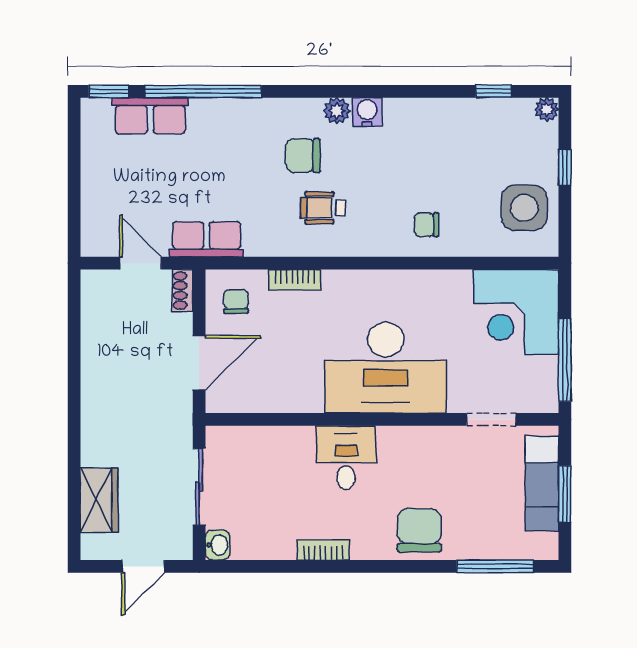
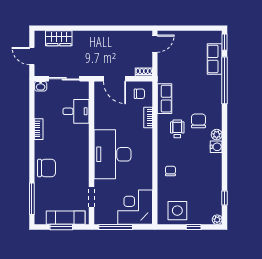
row of seats: (207, 239) -> (165, 99), moved
door: (141, 263) -> (155, 44), moved
desk: (346, 458) -> (76, 111), moved

